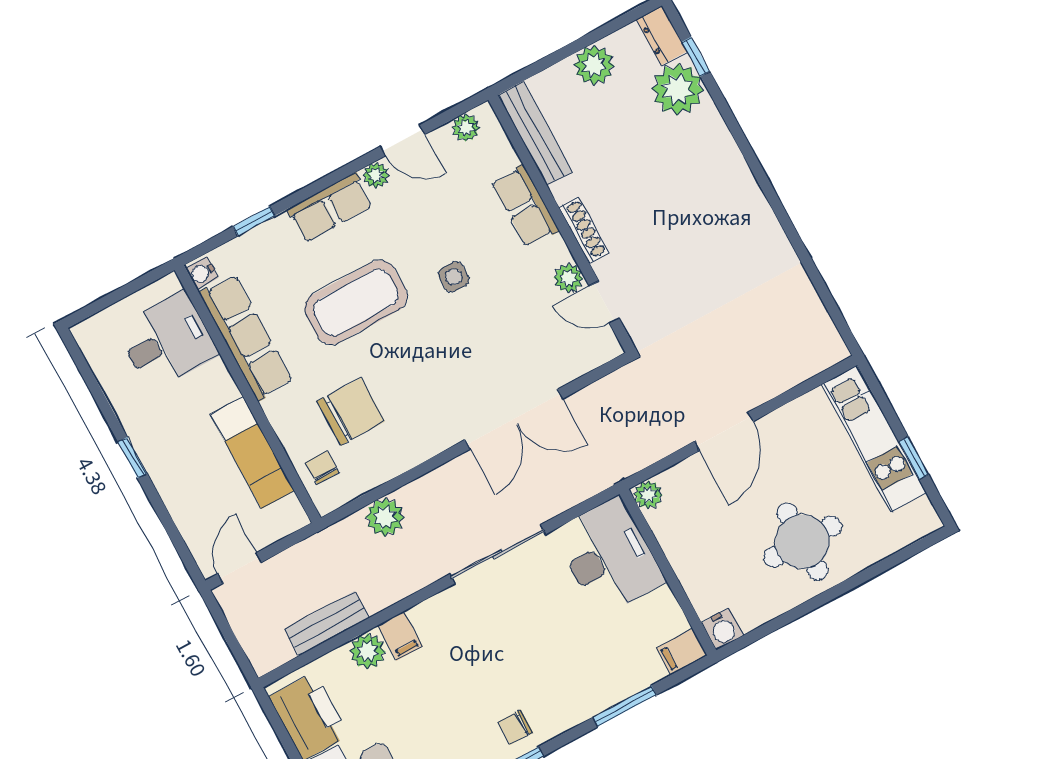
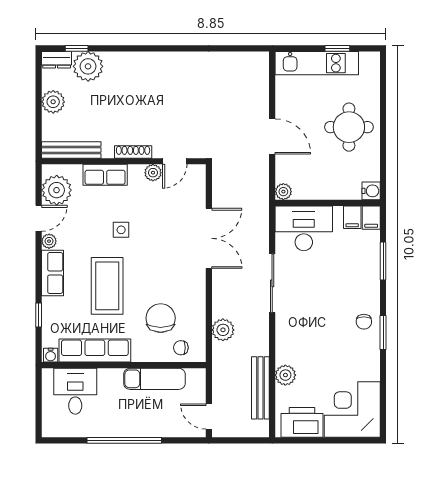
plant: (466, 128) -> (57, 190), width x1.88, depth x1.88
window: (132, 458) -> (124, 440), width x3.17
bench: (327, 623) -> (260, 388), width x1.36
filing cabinet: (400, 636) -> (352, 217), moved, turned 90

